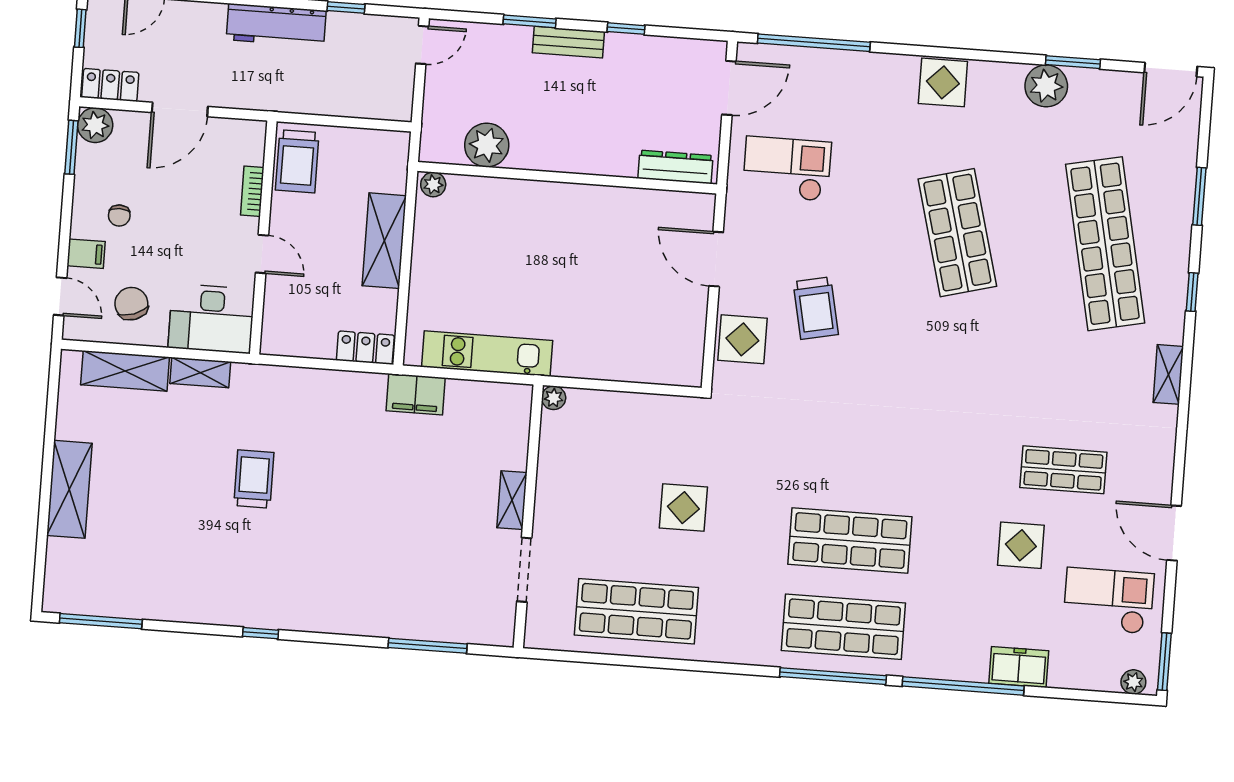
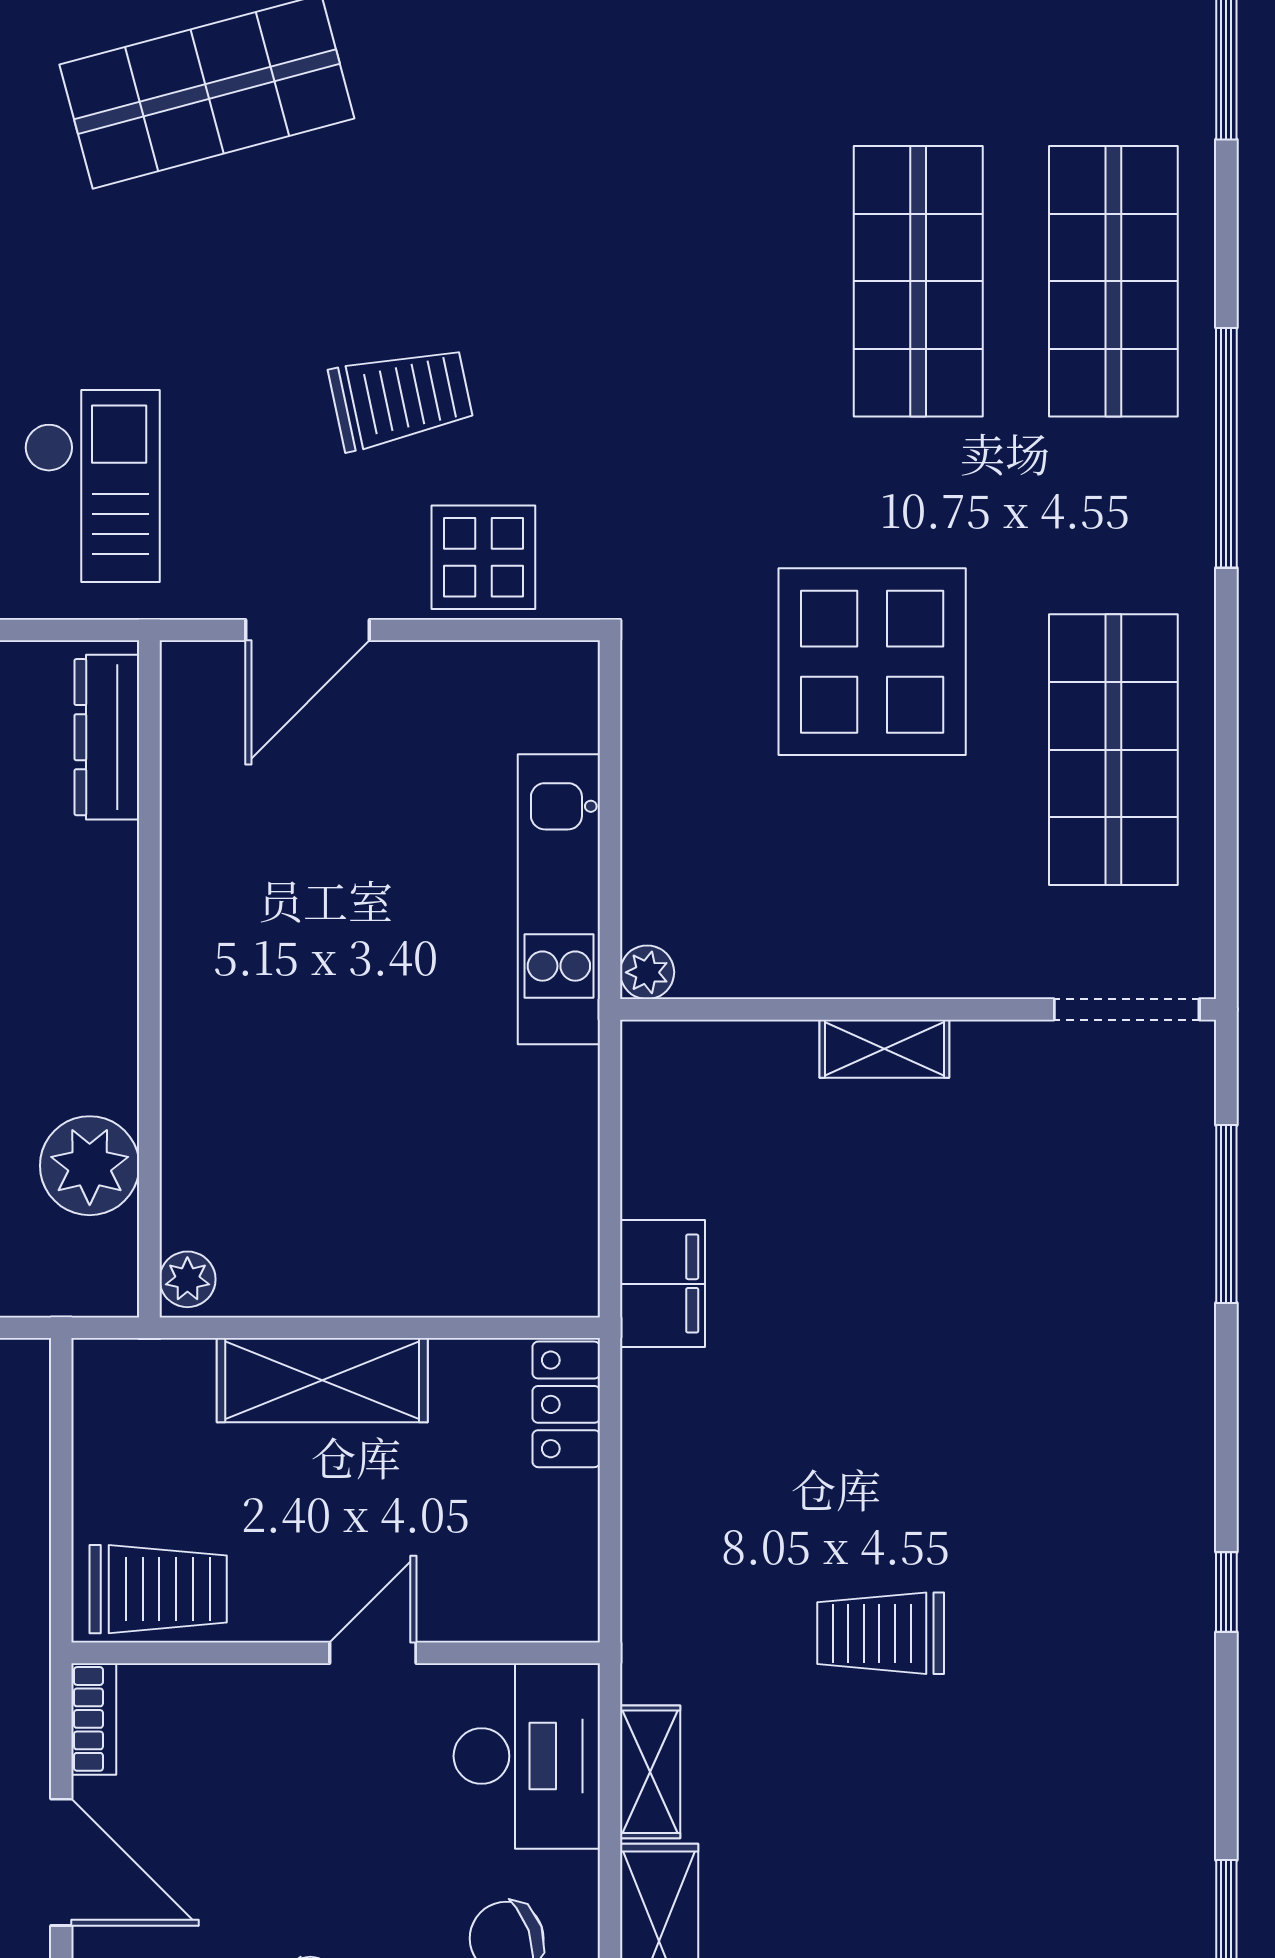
checkout: (787, 169) -> (92, 486), turned 180
bookcase: (252, 191) -> (94, 1719), moved, turned -90
kitchen unit: (487, 354) -> (559, 899), moved
display table: (683, 508) -> (872, 662), width x1.86, depth x1.86
doorway: (524, 570) -> (1127, 1009), moved
window: (833, 676) -> (1226, 448), moved

